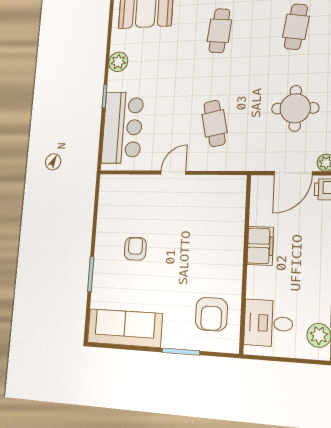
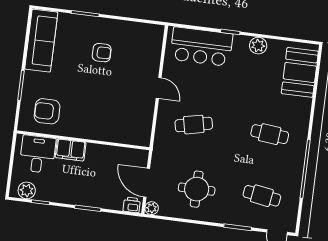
filing cabinet: (260, 246) -> (71, 150), moved

